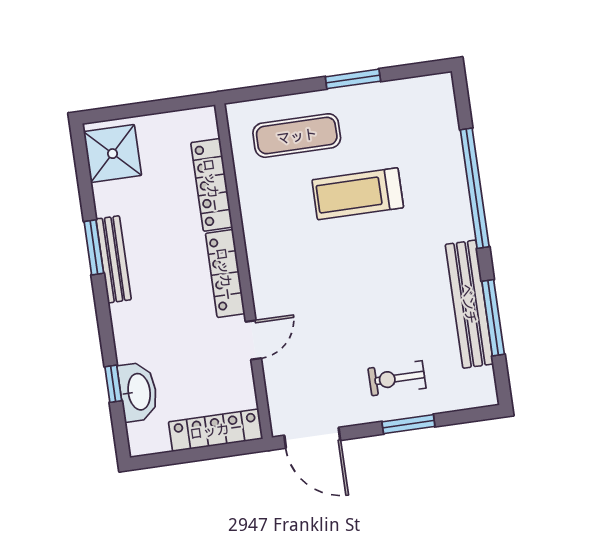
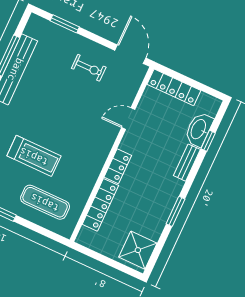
bench: (114, 259) -> (187, 163), moved, width x0.73
locker: (225, 274) -> (118, 166), width x0.66
exercise bike: (397, 378) -> (89, 68), moved
window: (408, 424) -> (65, 24), moved

